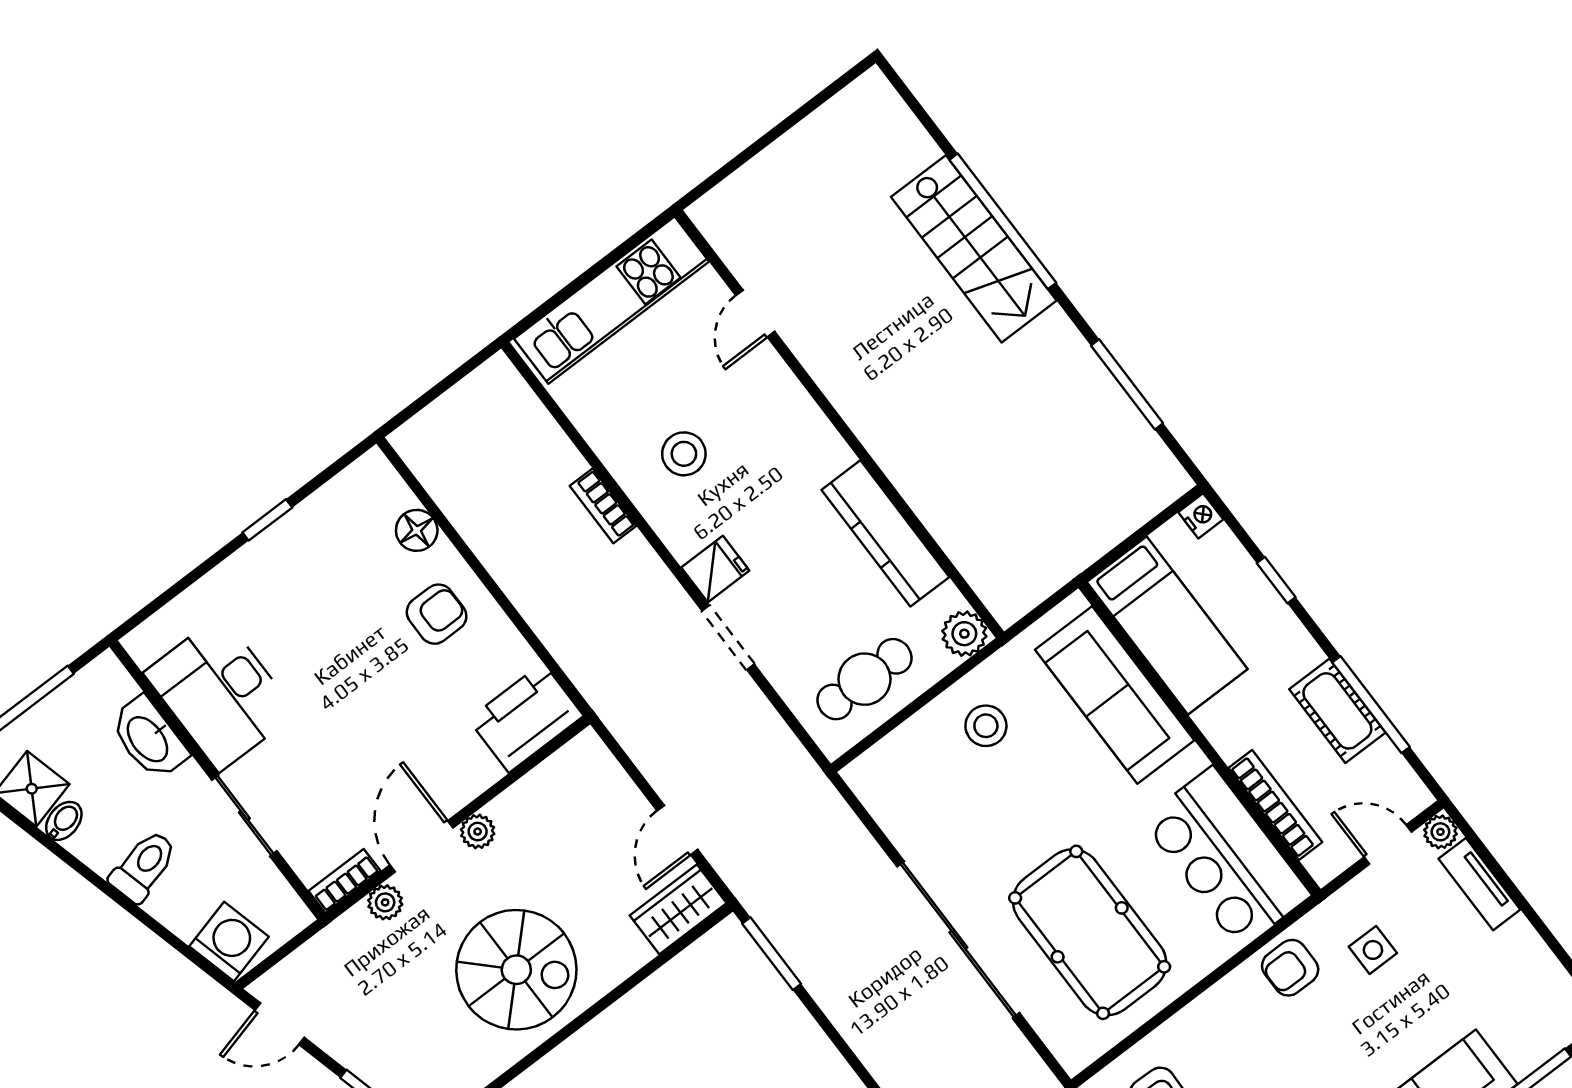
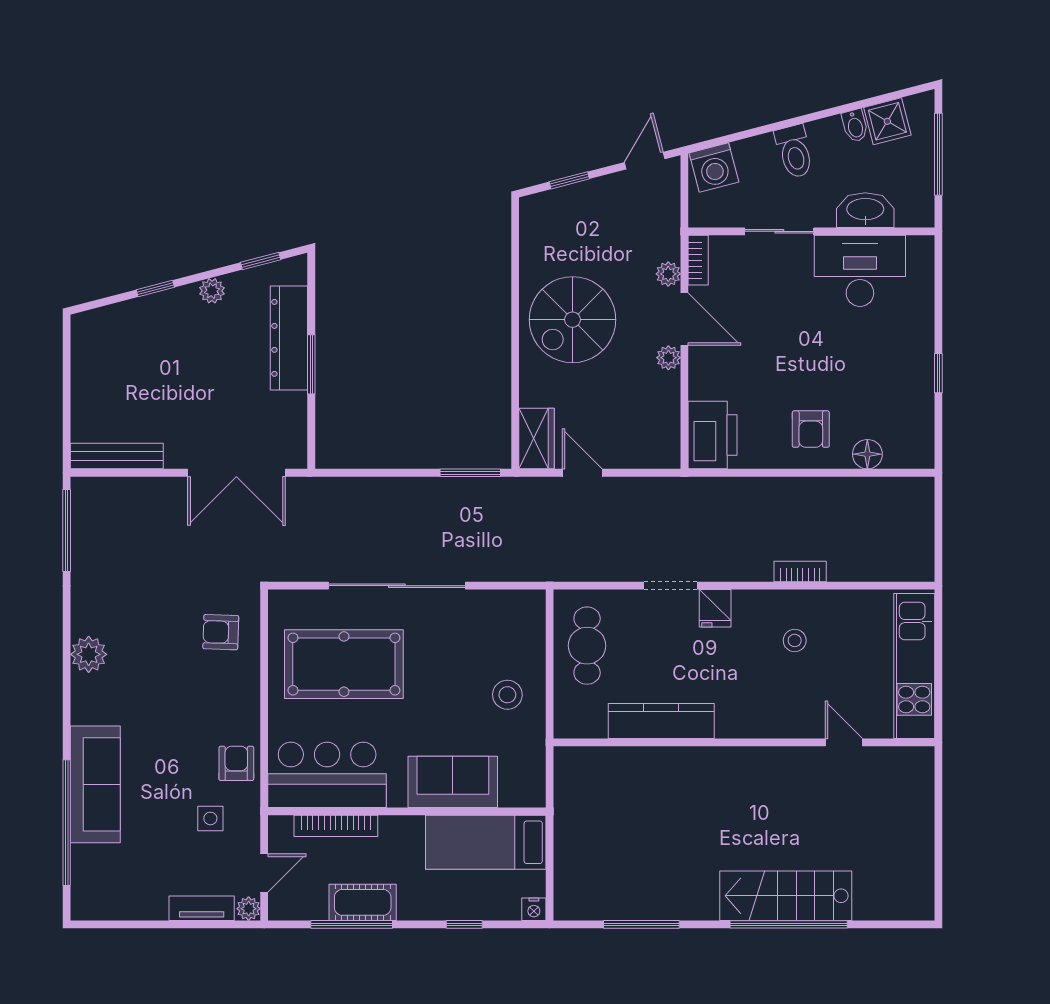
stool: (684, 454) -> (795, 640), width x0.73, depth x0.73
plant: (964, 634) -> (569, 723), removed
sofa: (1115, 695) -> (453, 782), width x0.73

